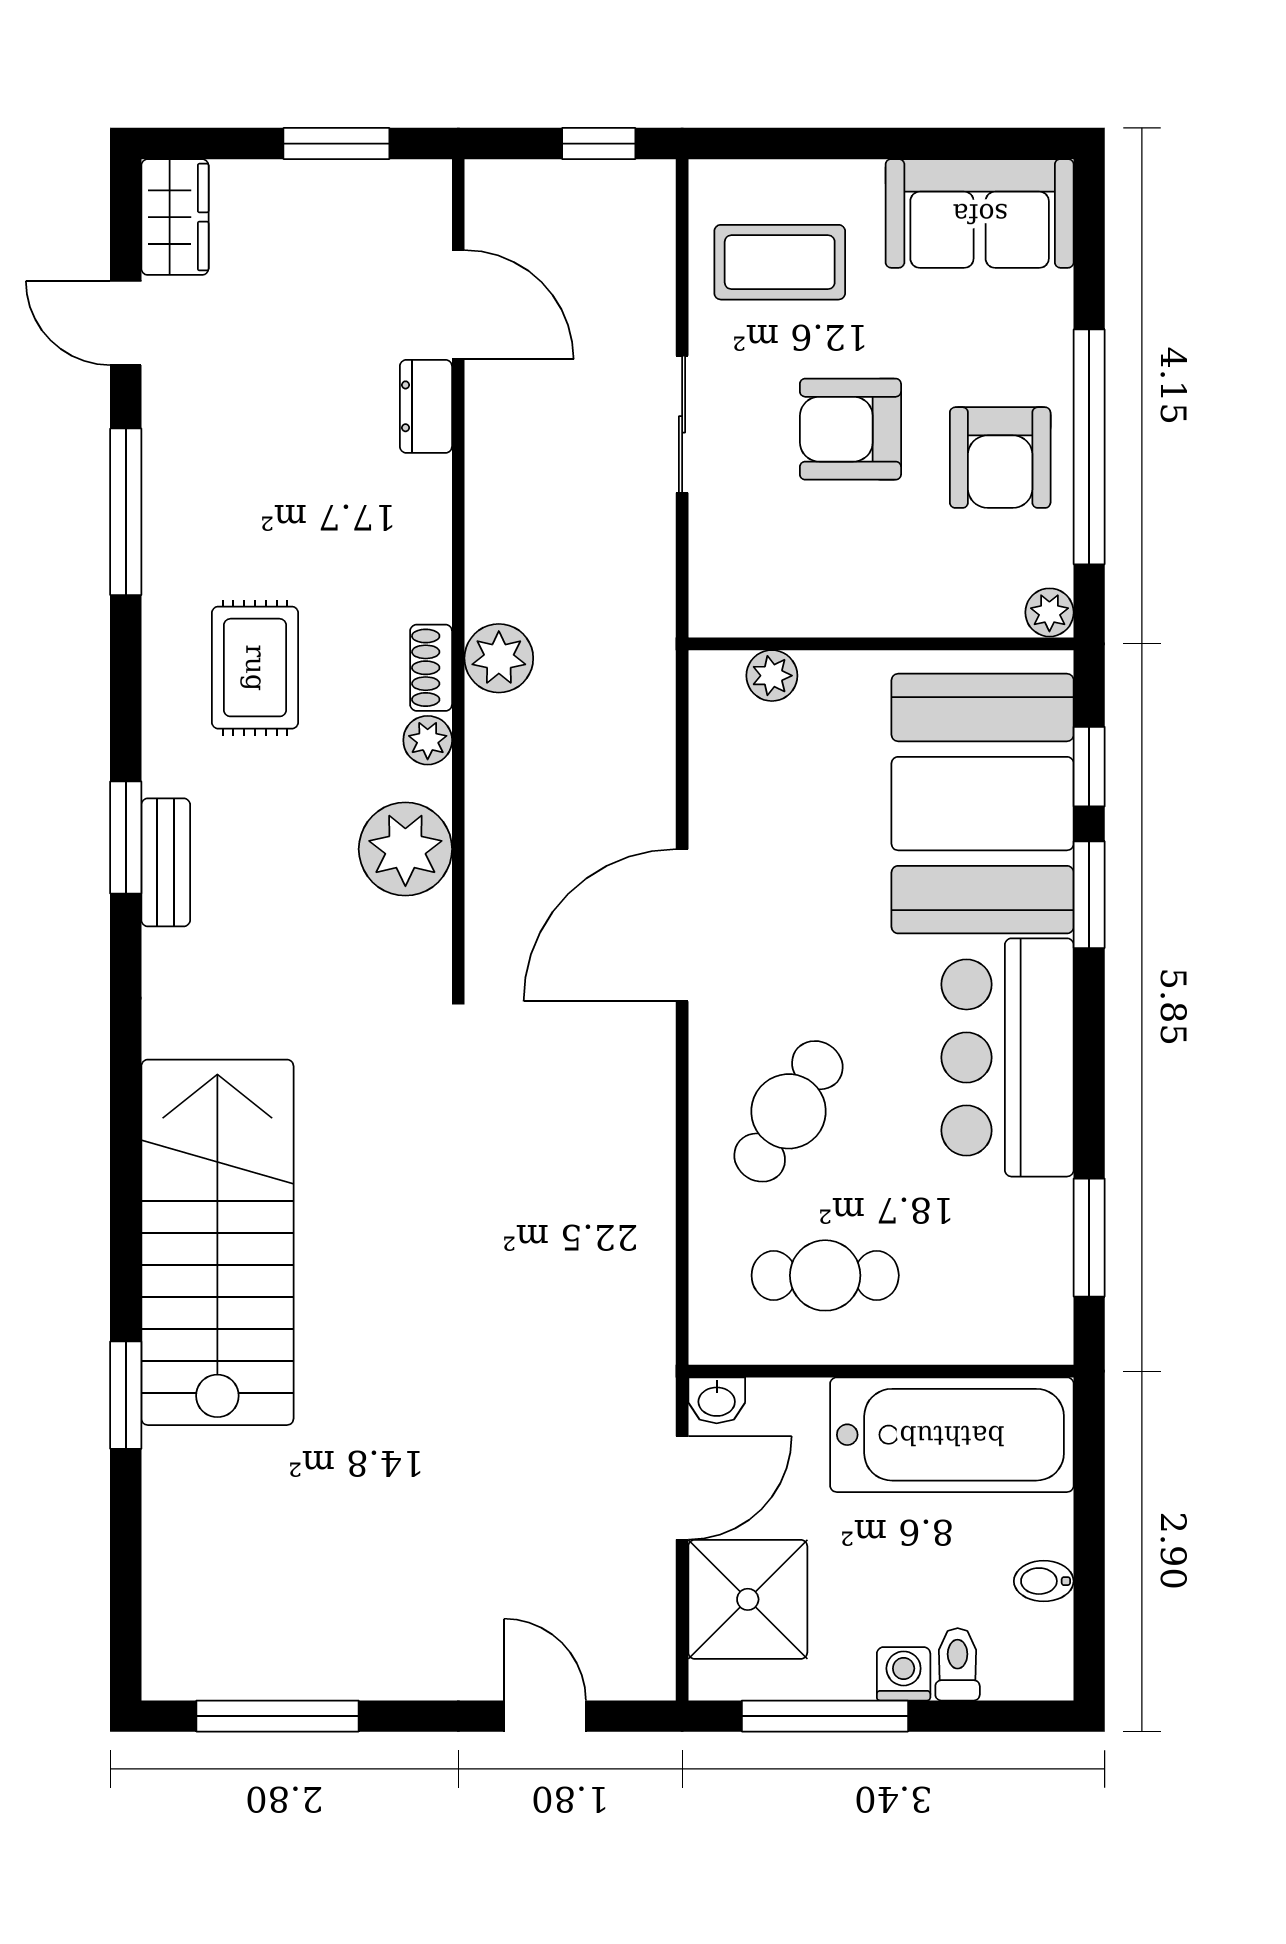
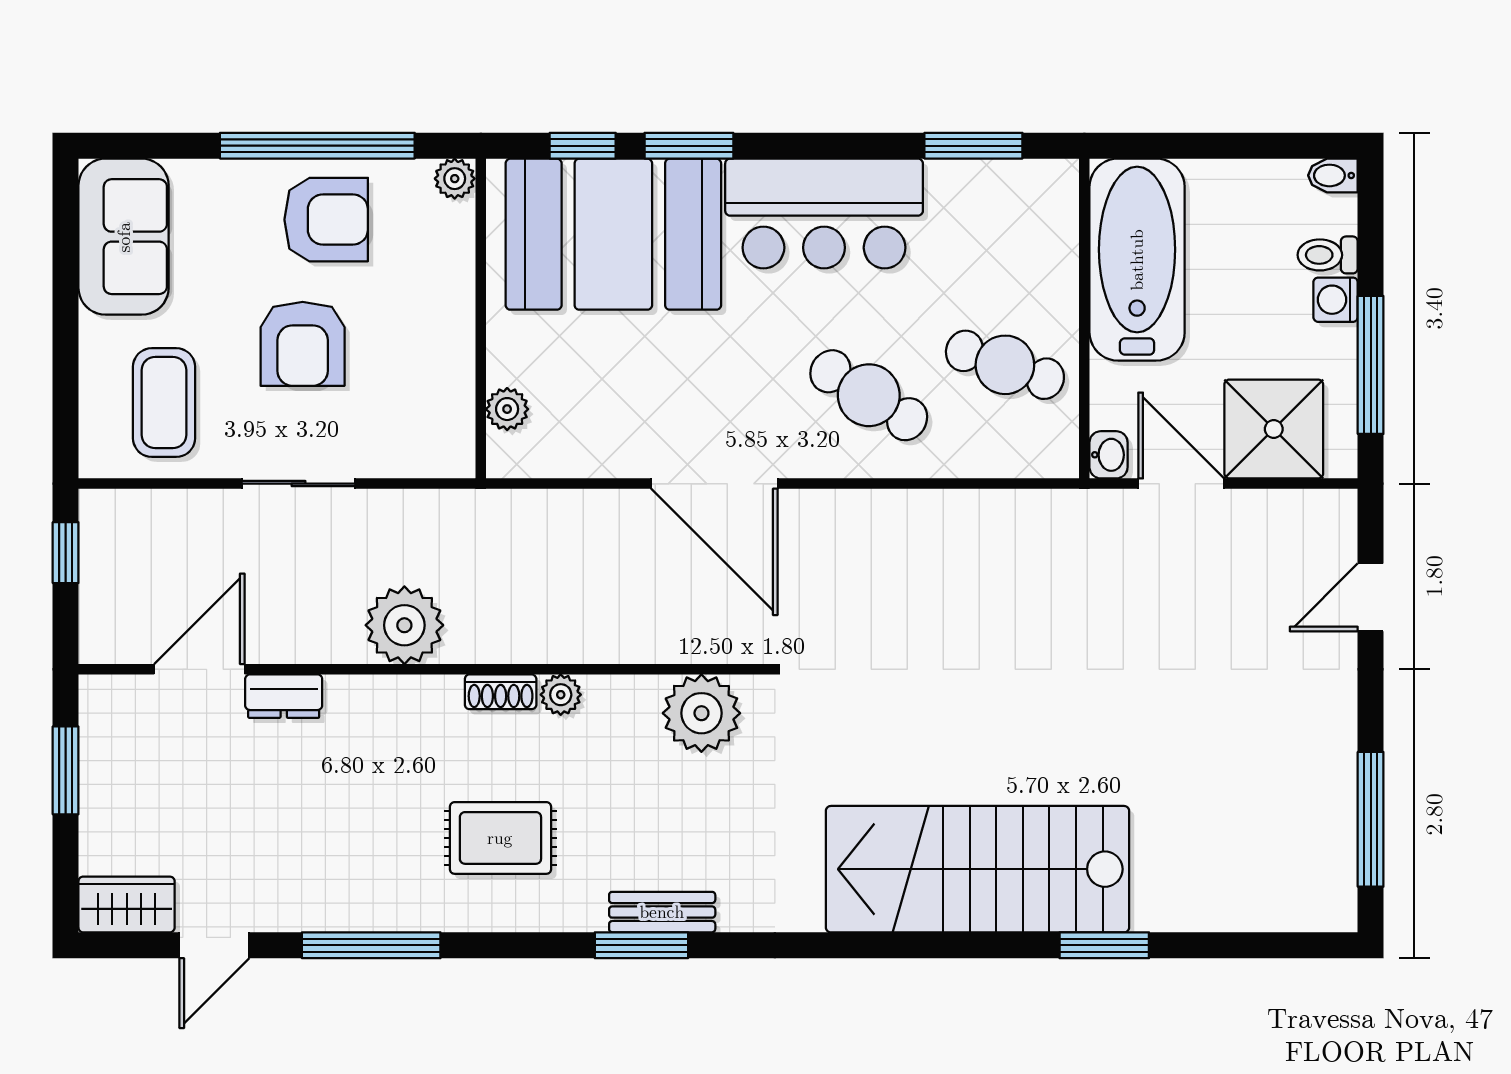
plant: (499, 658) -> (404, 625), moved, width x1.36, depth x1.36
plant: (405, 849) -> (701, 713), moved
cafe table: (825, 1275) -> (1005, 365), turned -71
bidet: (1044, 1581) -> (1333, 175), moved, turned 90

